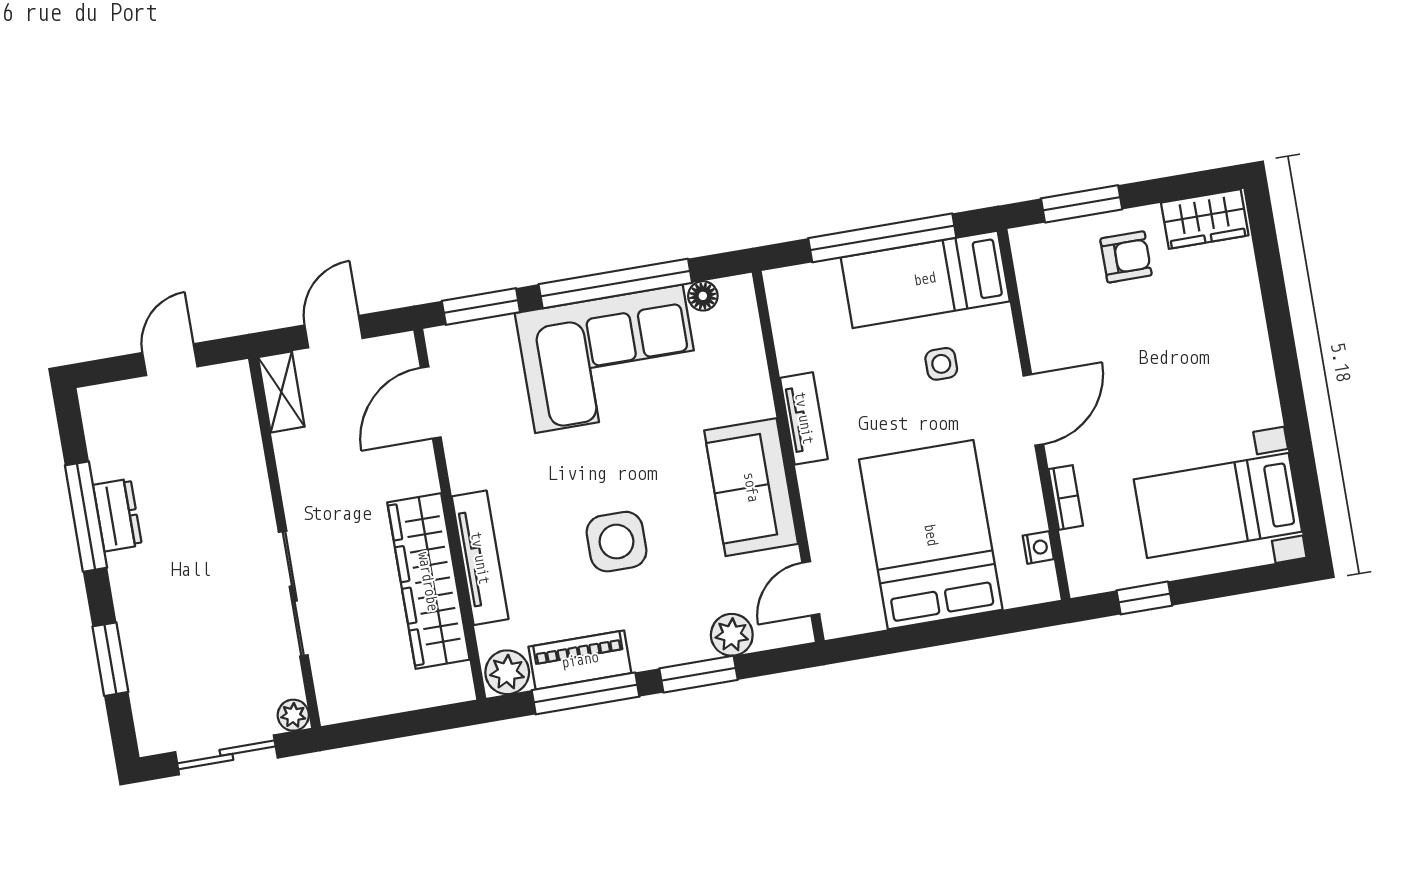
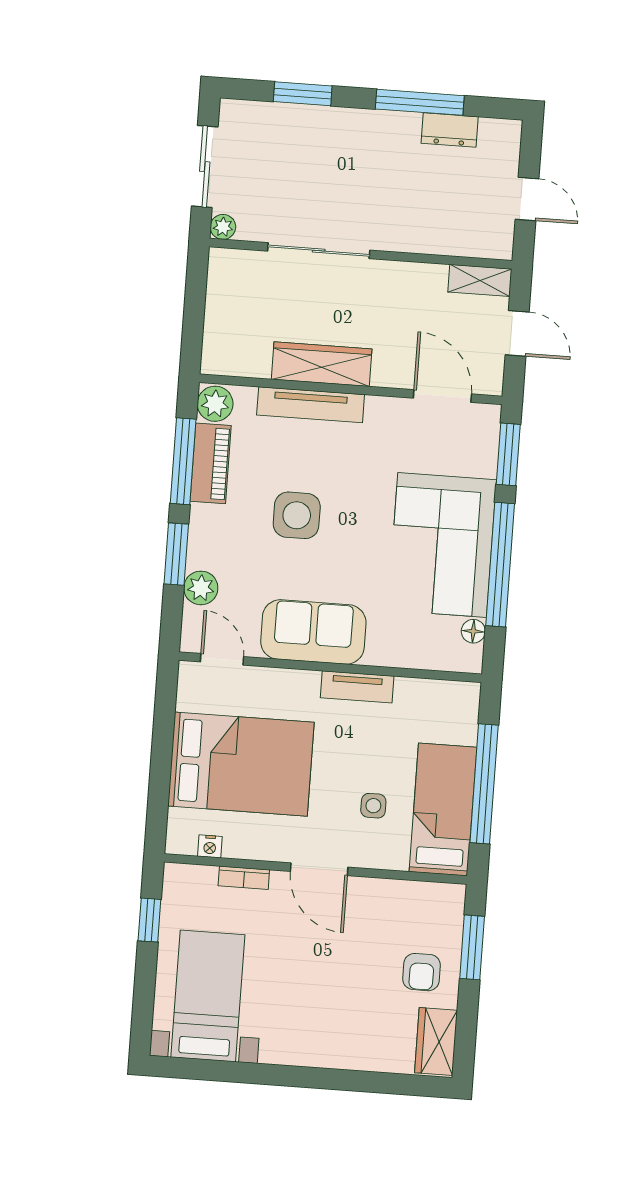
dresser: (117, 515) -> (450, 130), moved
wardrobe: (428, 581) -> (322, 364), width x0.71, depth x0.85

